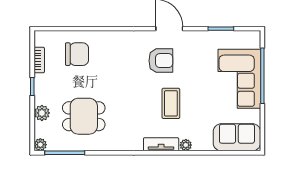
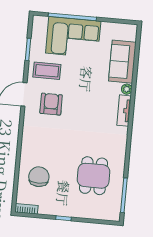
bookcase: (39, 60) -> (26, 209), moved
coffee table: (171, 103) -> (47, 71), moved
plant: (42, 113) -> (87, 212), removed
sofa: (237, 137) -> (122, 62), moved
plant: (40, 145) -> (115, 216), removed

